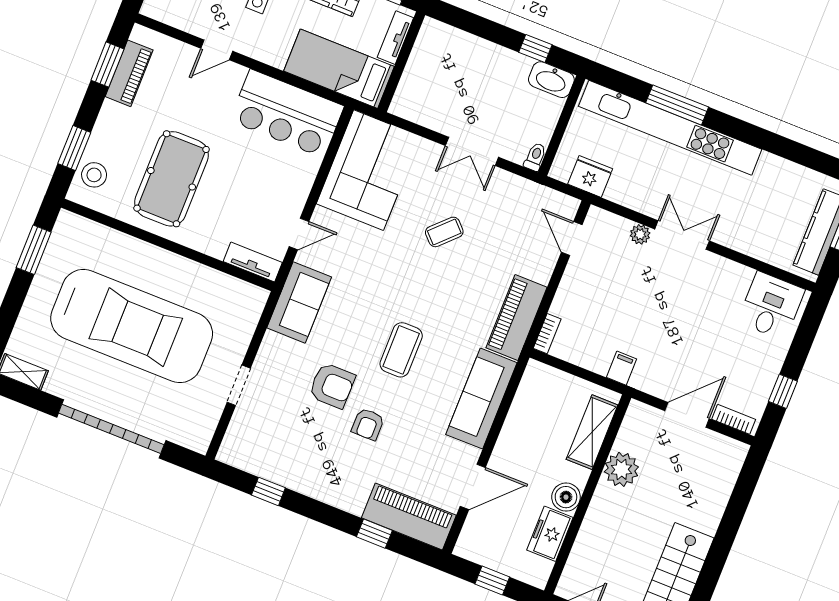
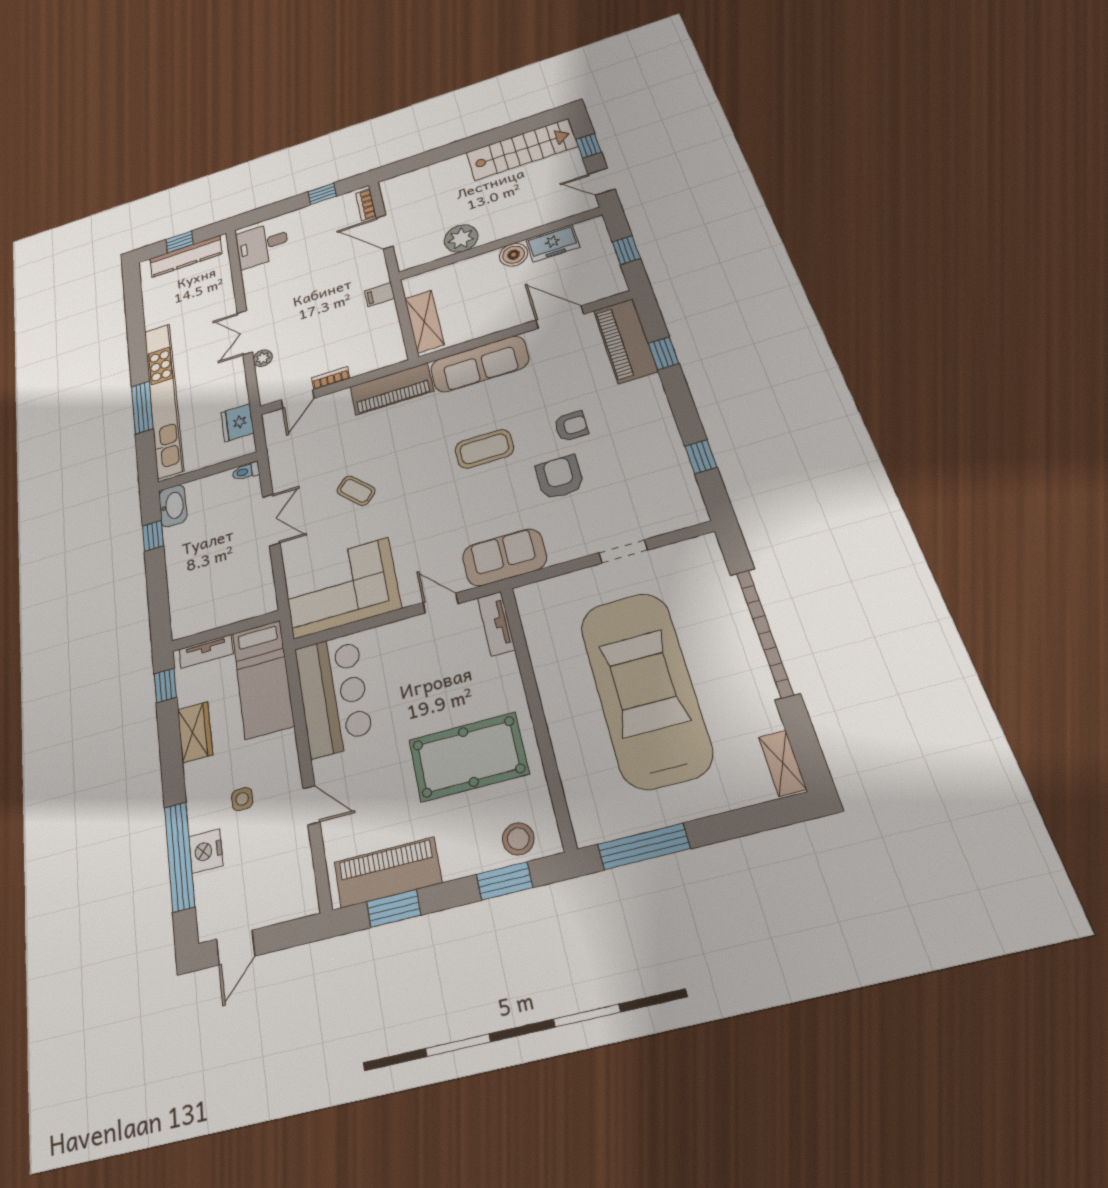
piano: (129, 73) -> (388, 872), width x1.37, depth x1.33
window: (34, 250) -> (644, 846), width x1.44
bookcase: (547, 334) -> (331, 378), moved
shelving: (592, 432) -> (424, 321), moved, turned 90

